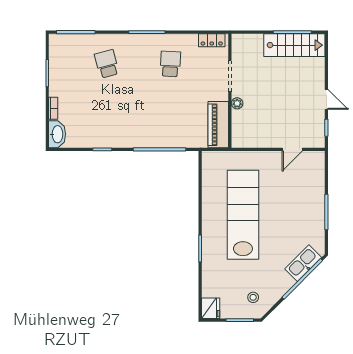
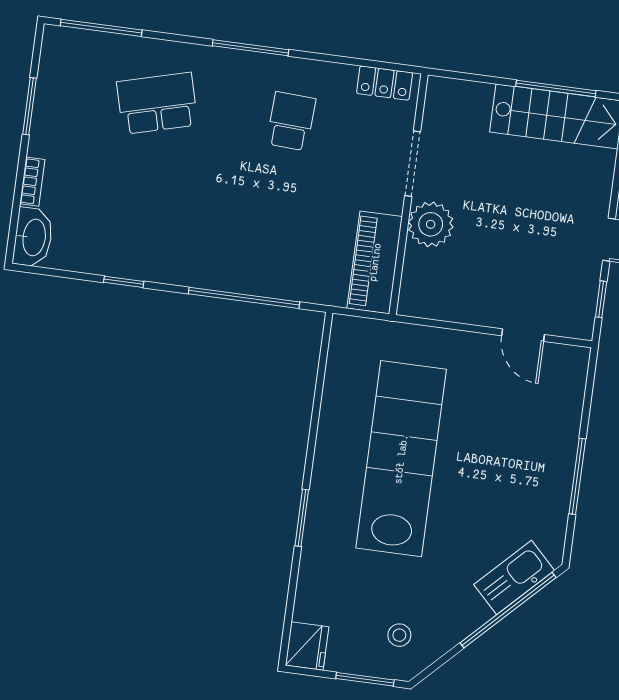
school desk: (107, 64) -> (157, 103), width x1.85
plant: (237, 103) -> (431, 224), width x1.87, depth x1.87
door: (292, 149) -> (523, 335), hinge flipped

